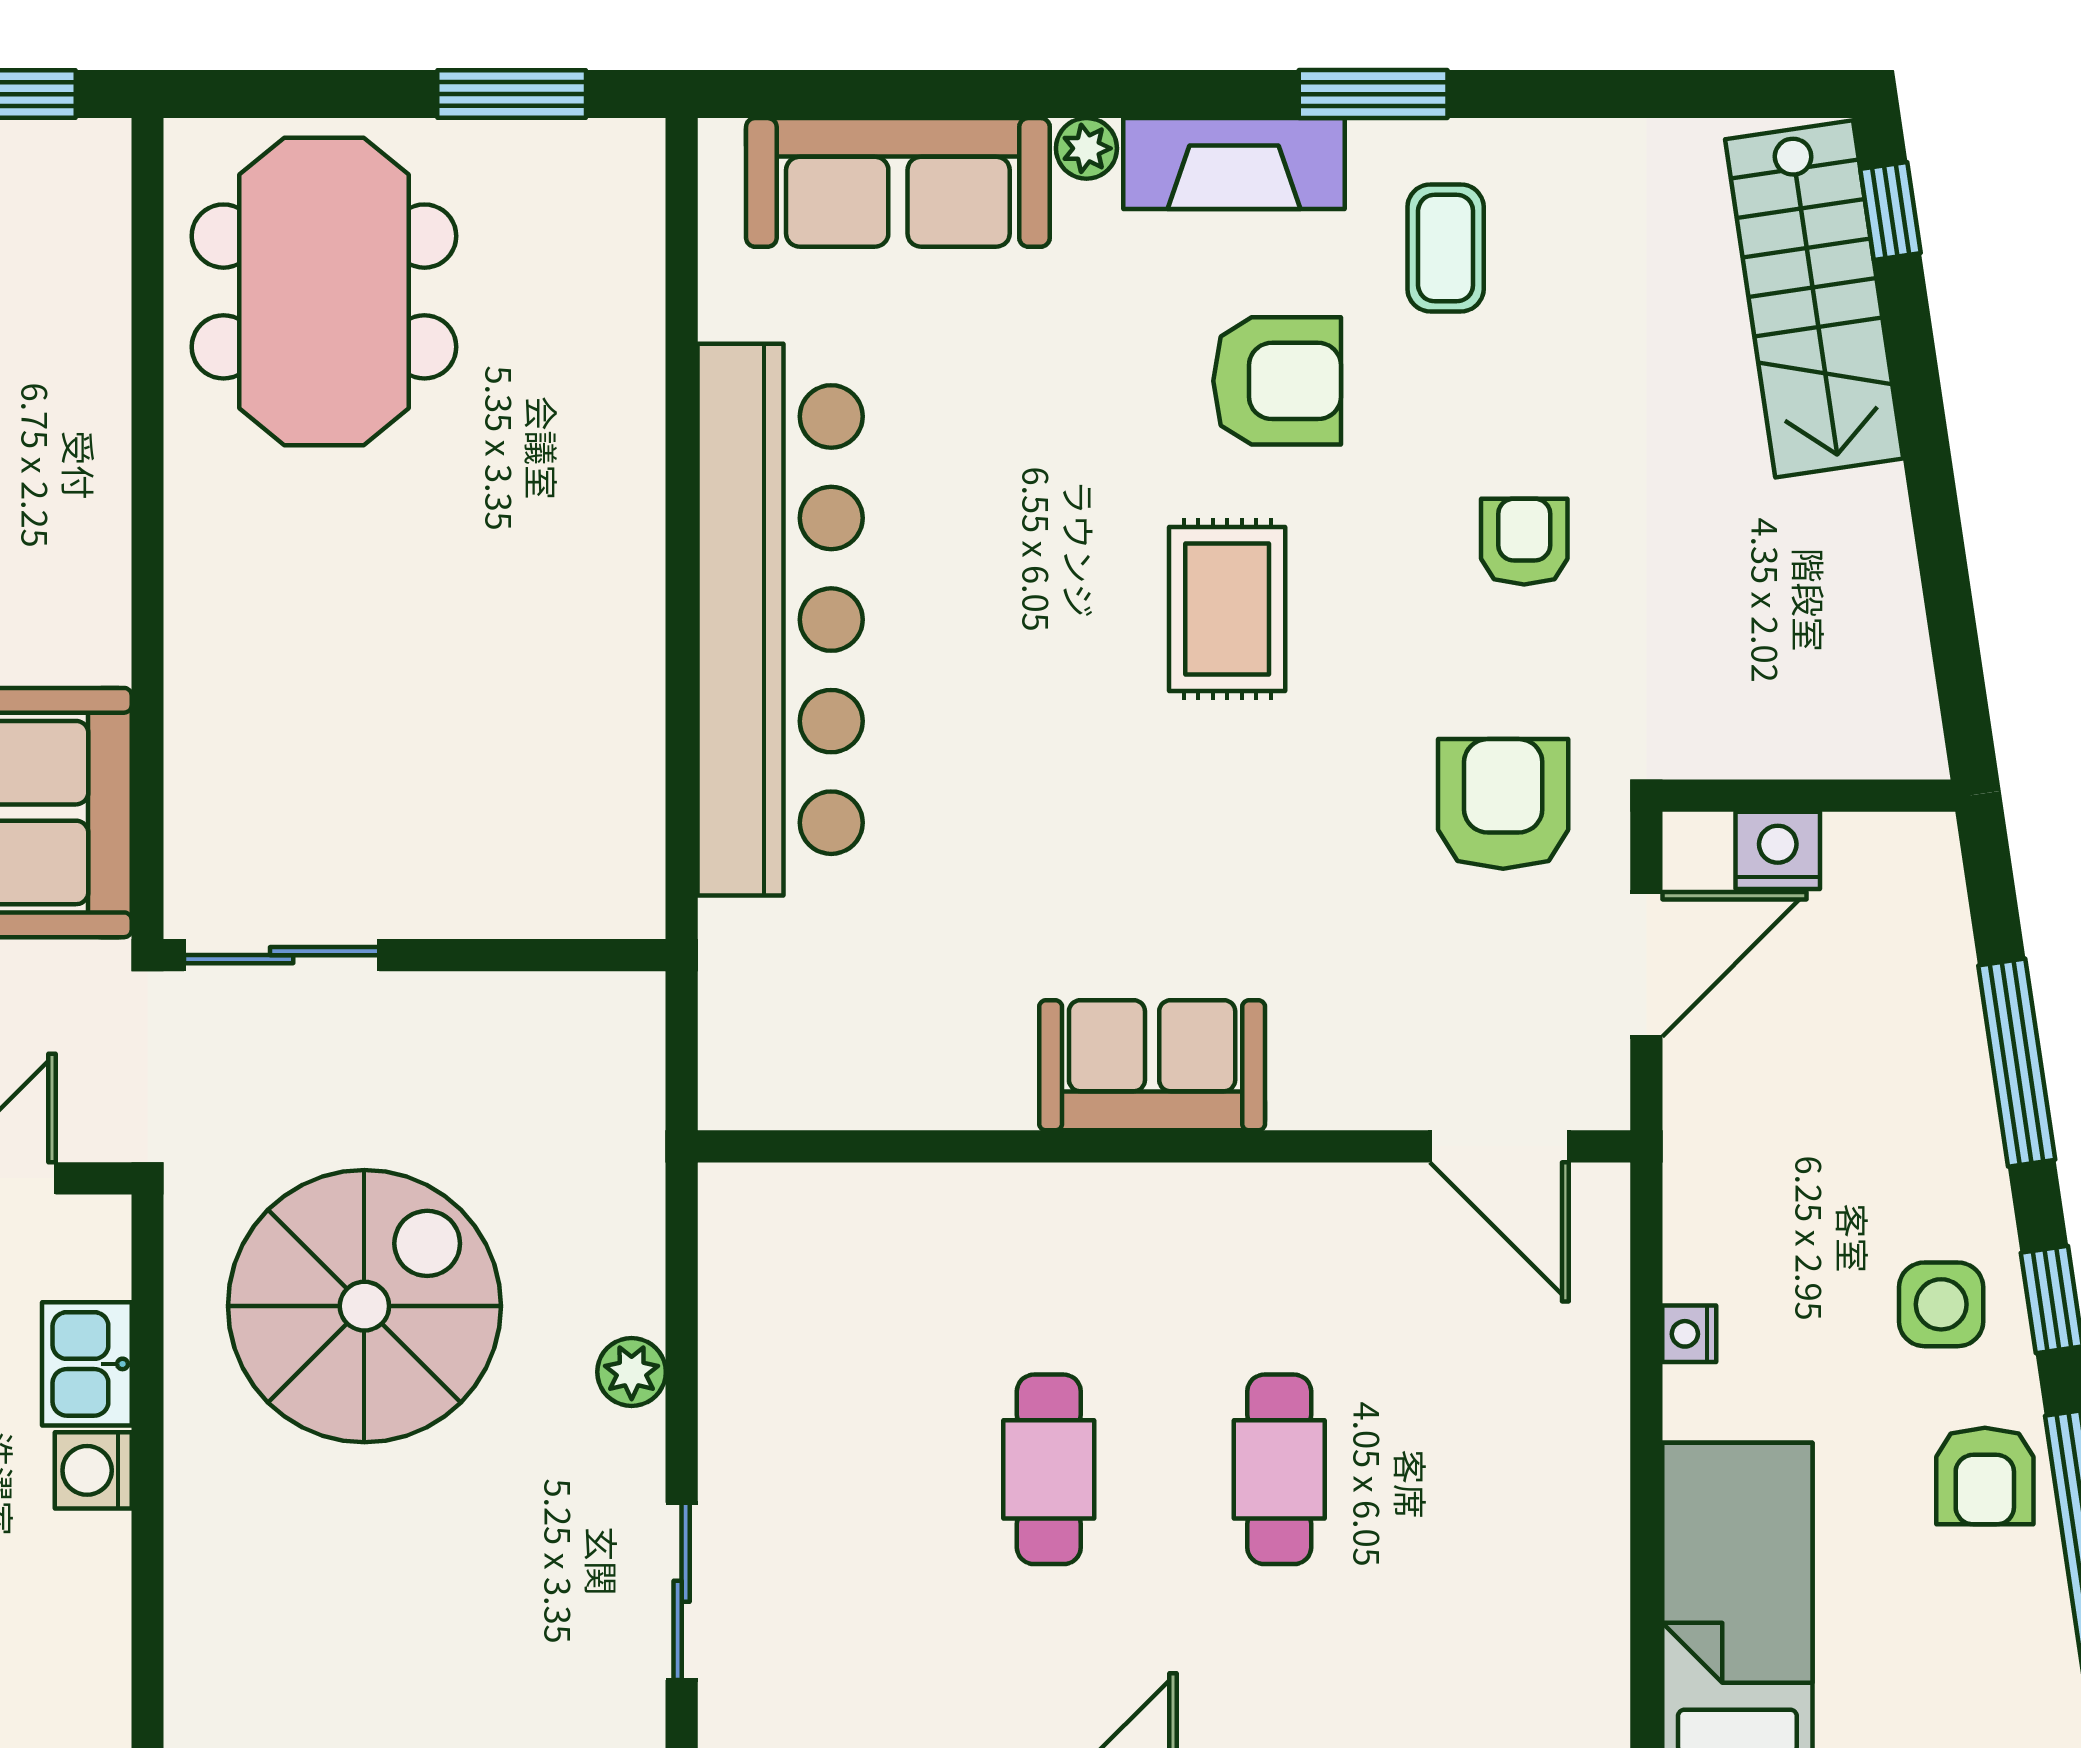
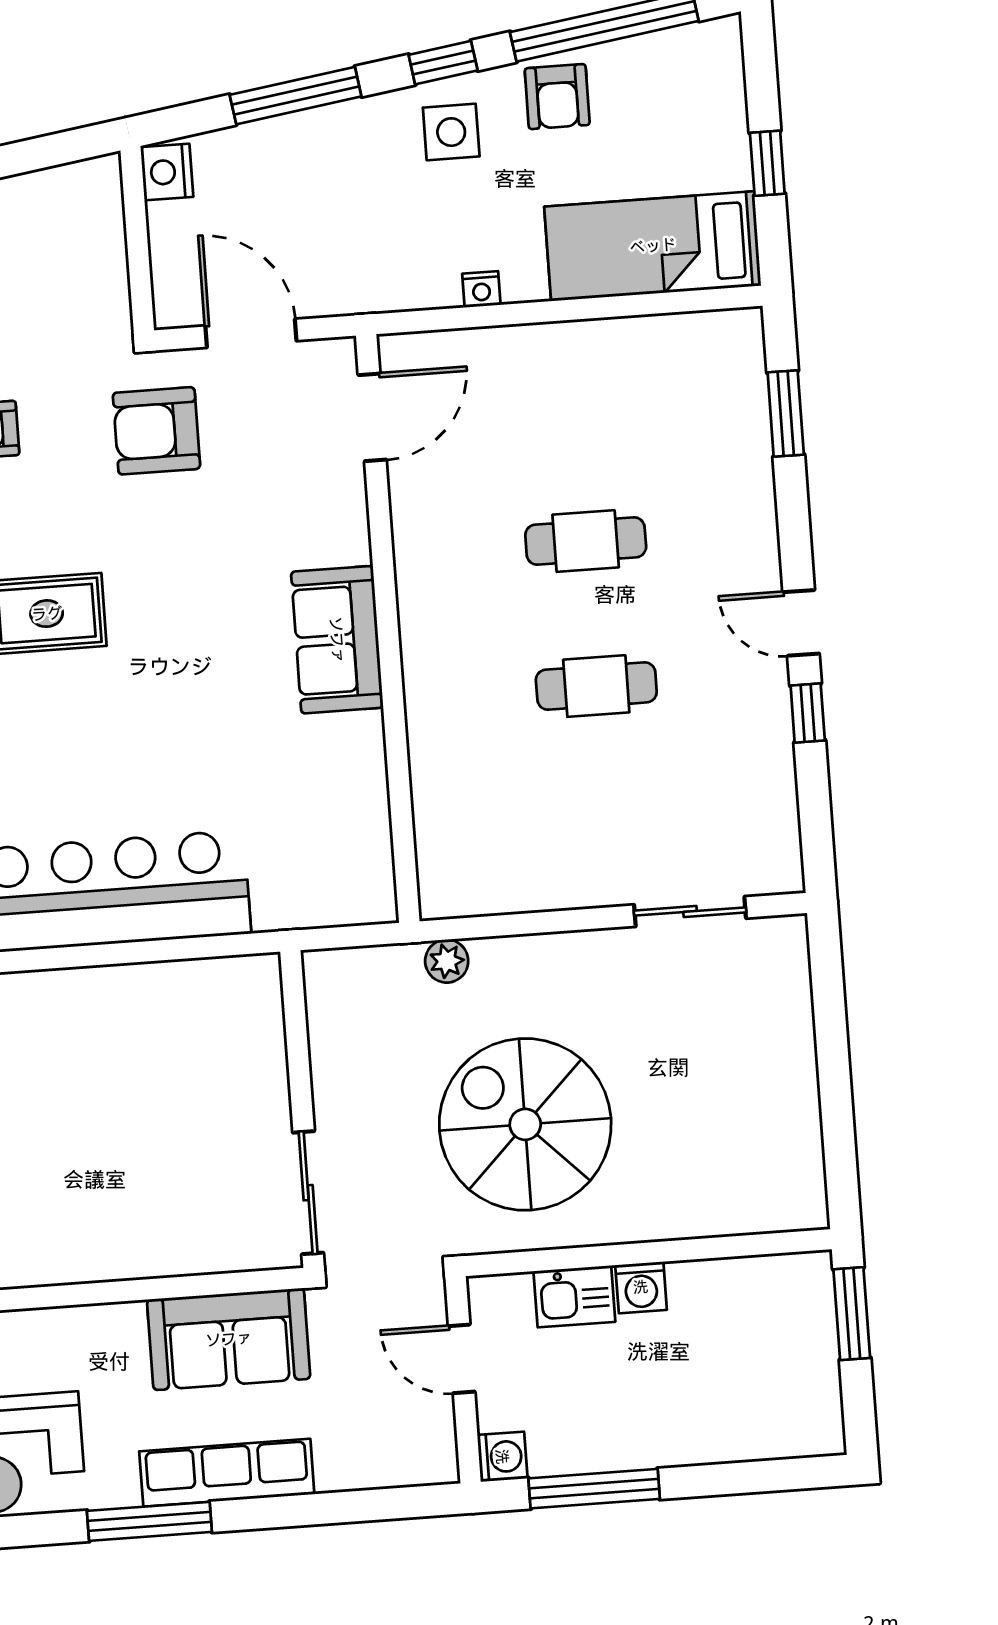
nightstand: (1778, 850) -> (167, 172), moved
plant: (632, 1372) -> (447, 961), moved
armchair: (1985, 1476) -> (557, 97), turned 90

